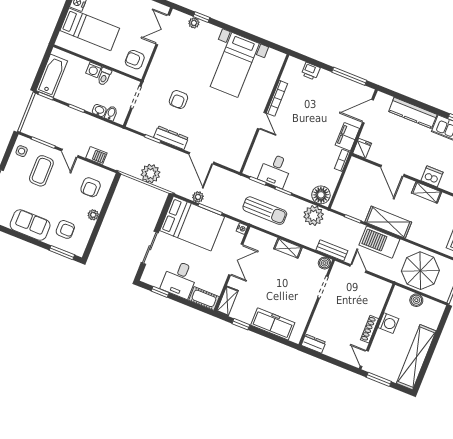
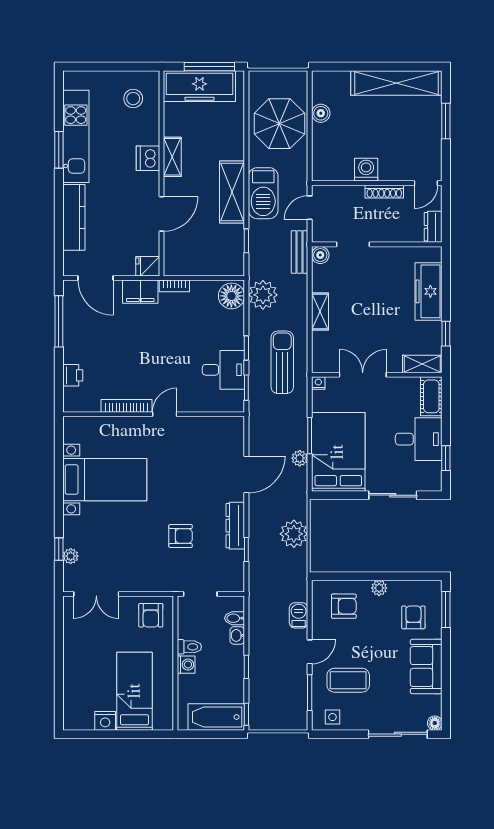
washing machine: (388, 323) -> (366, 170), moved
wall: (377, 327) -> (377, 183), moved
shoe rack: (369, 329) -> (384, 192), moved
door: (364, 358) -> (426, 183), moved

